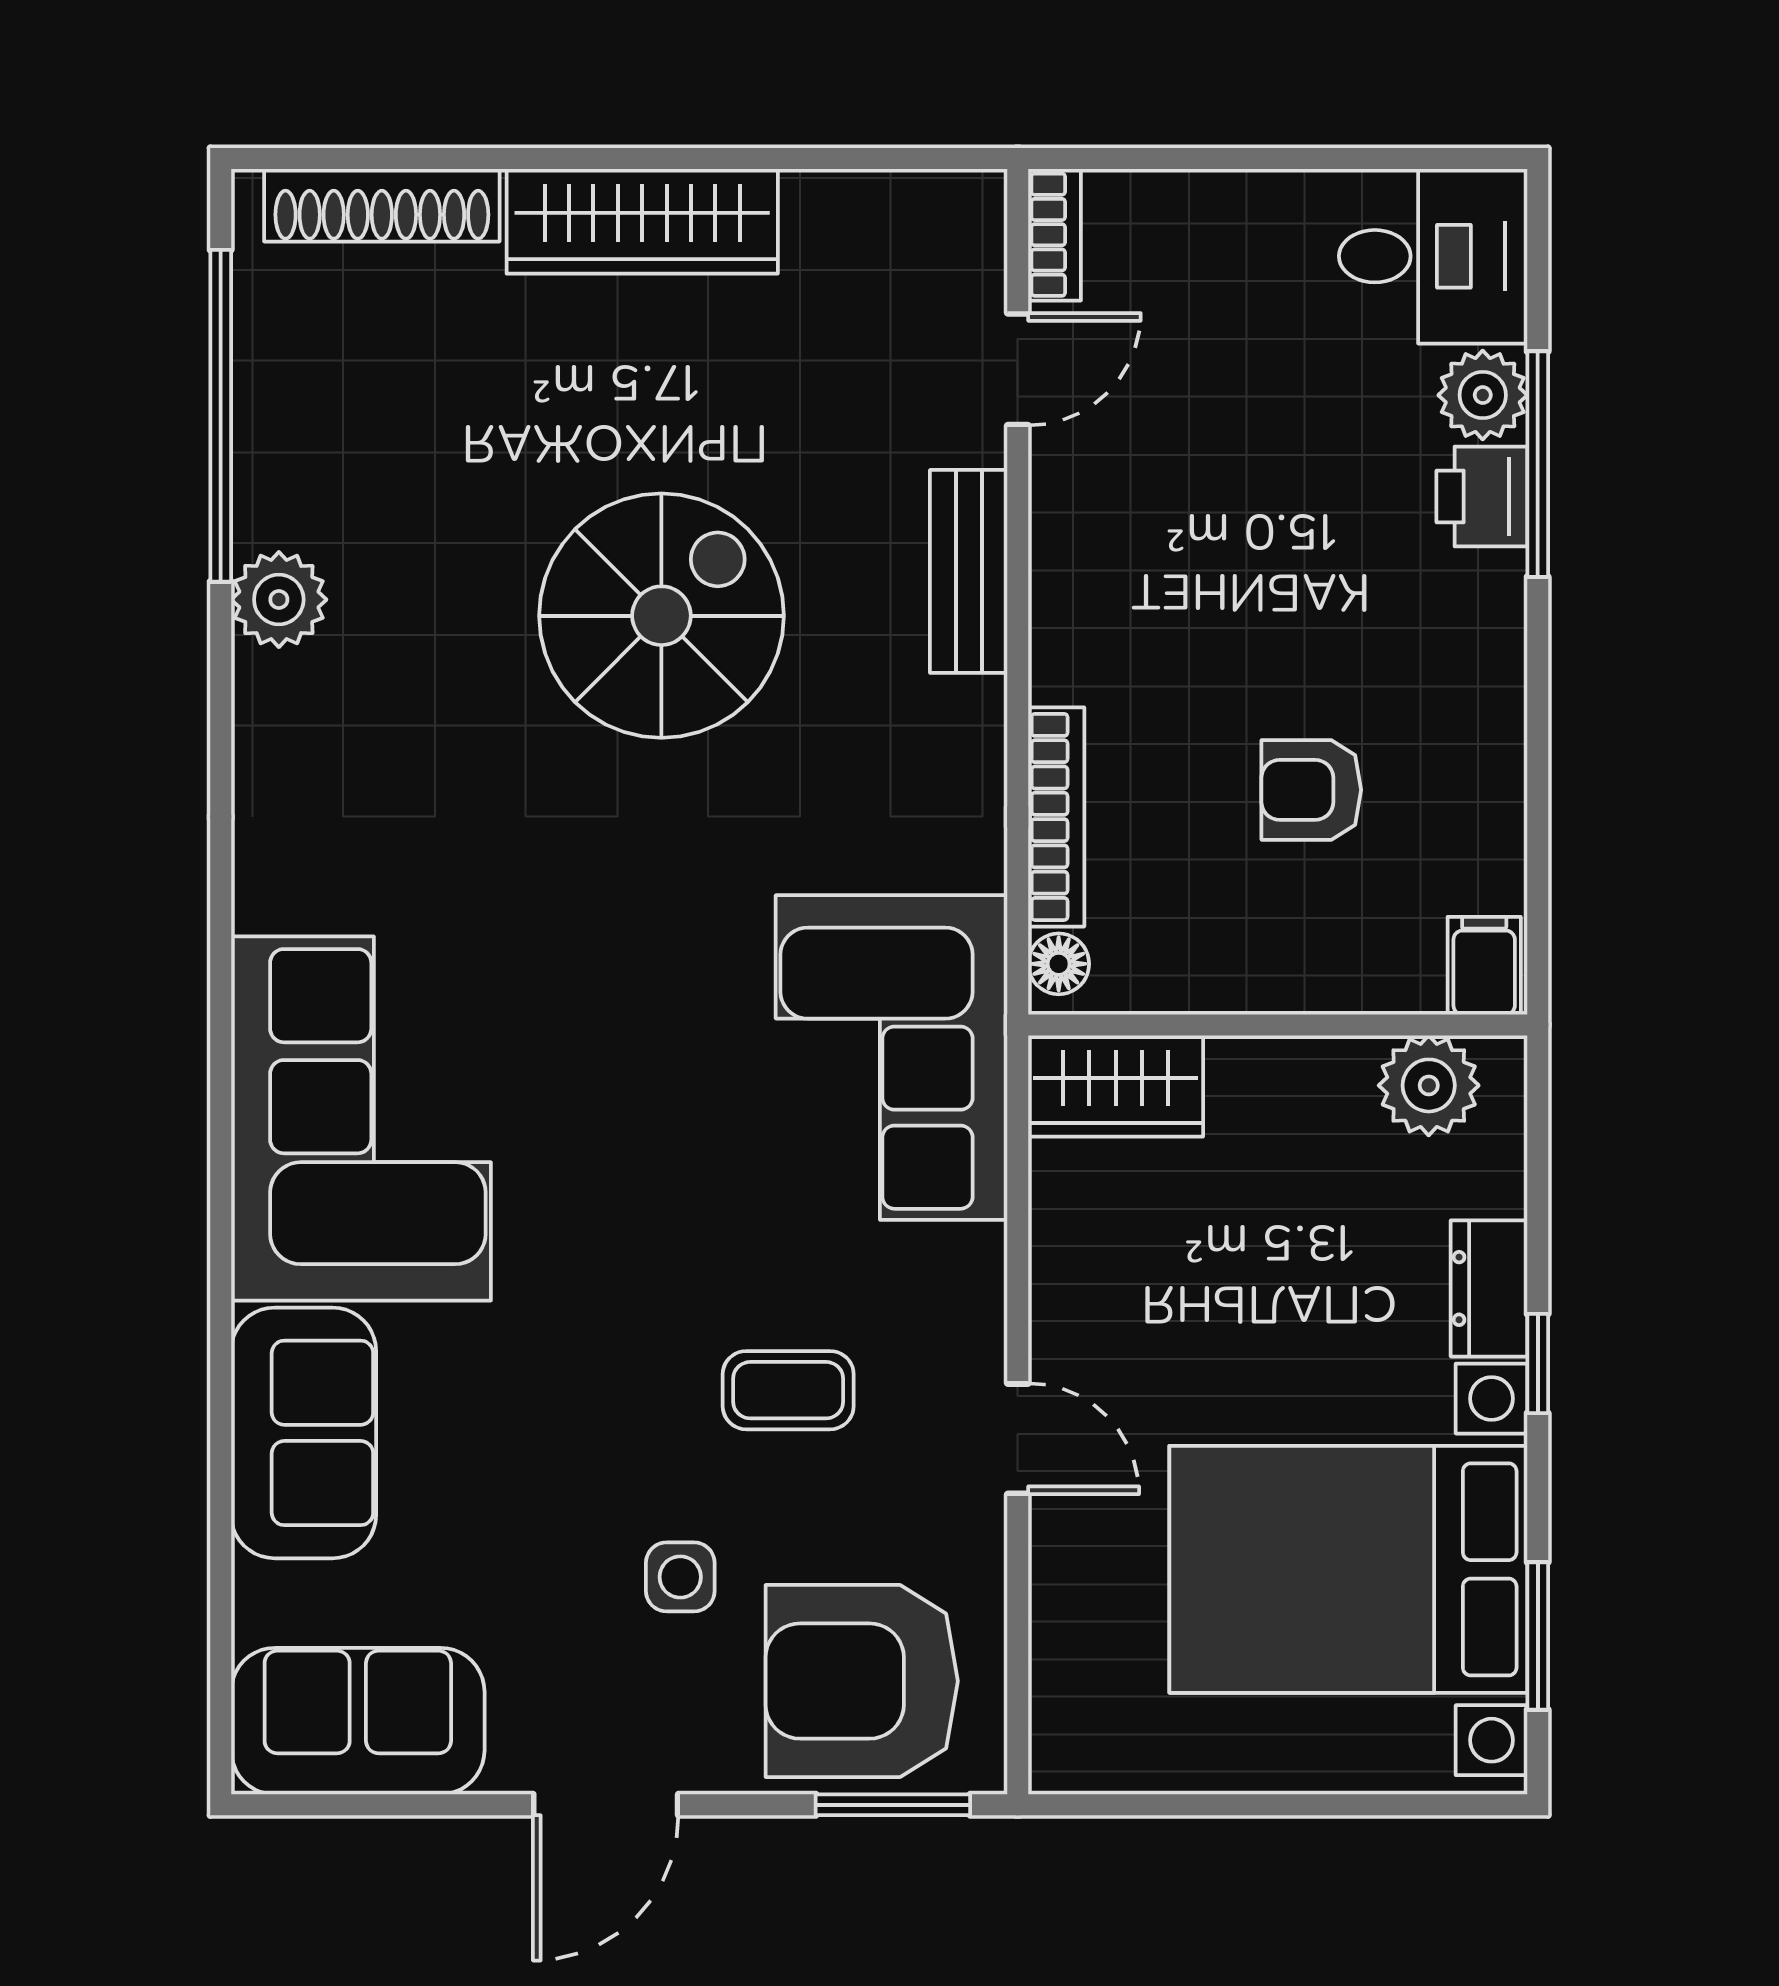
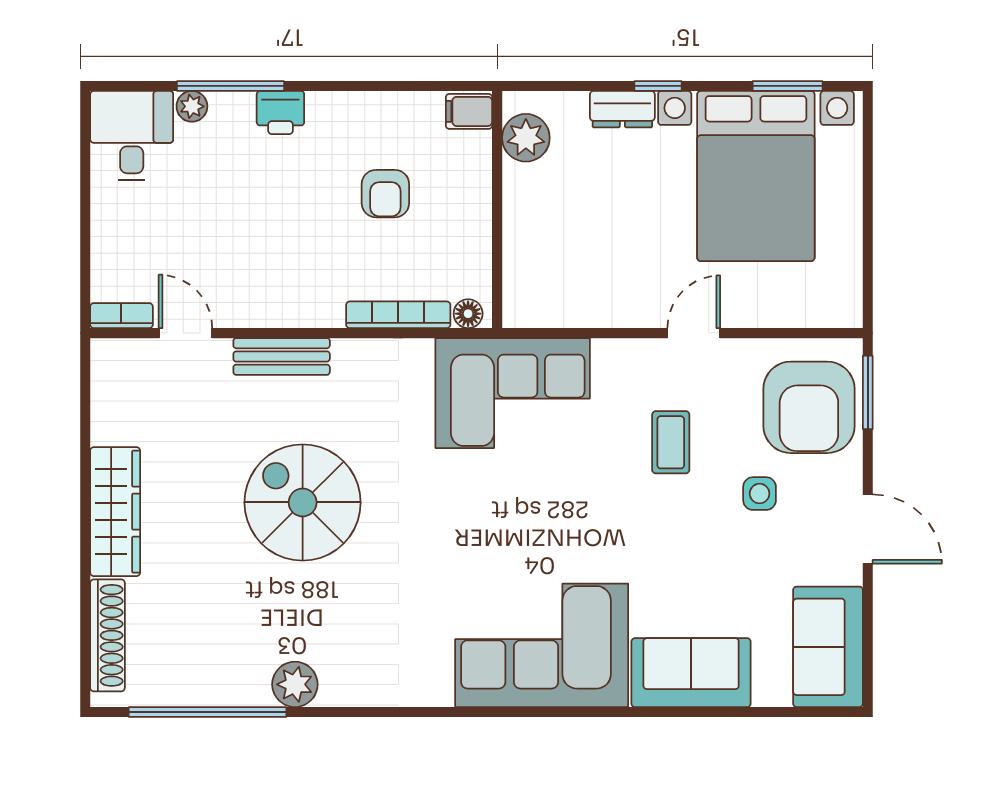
plant: (1483, 395) -> (192, 106), width x0.73, depth x0.73
printer: (1482, 497) -> (280, 113), moved
wardrobe: (1116, 1086) -> (526, 287), removed

